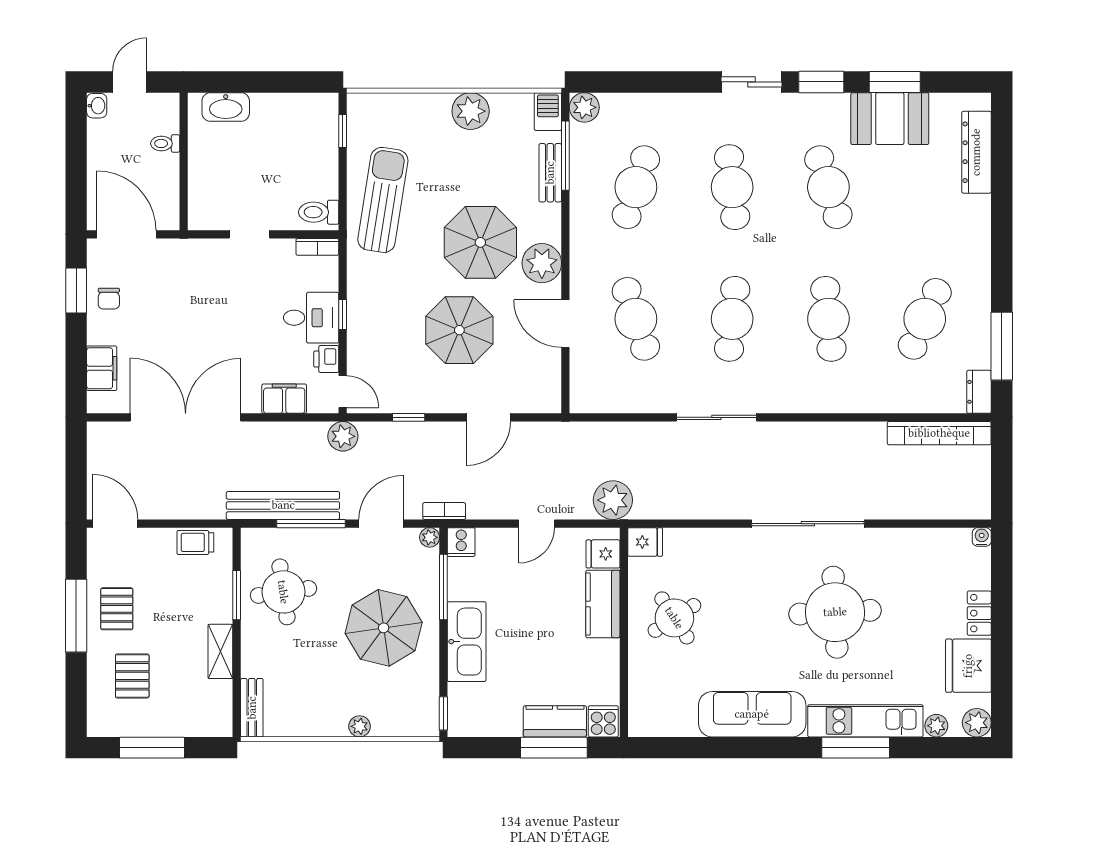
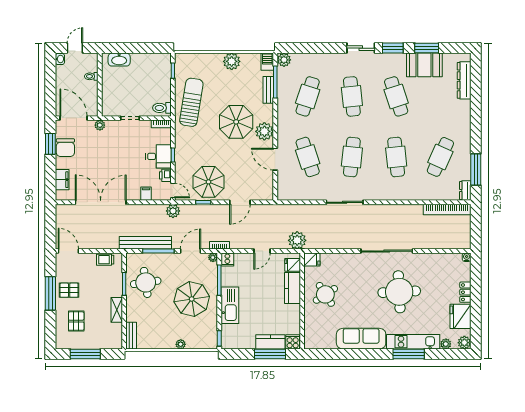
plant: (184, 250) -> (100, 125), added
chair: (109, 299) -> (65, 148), width x1.87, depth x1.87
parasol: (459, 330) -> (208, 182), moved
filing cabinet: (284, 399) -> (146, 194), width x0.50
pallet: (117, 609) -> (69, 290), turned 90

